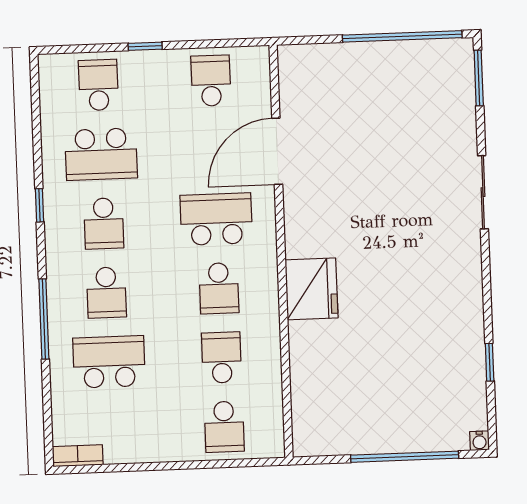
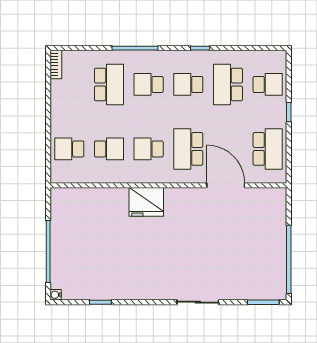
school desk: (211, 81) -> (268, 149), width x1.85
school desk: (216, 219) -> (188, 149), turned 180

